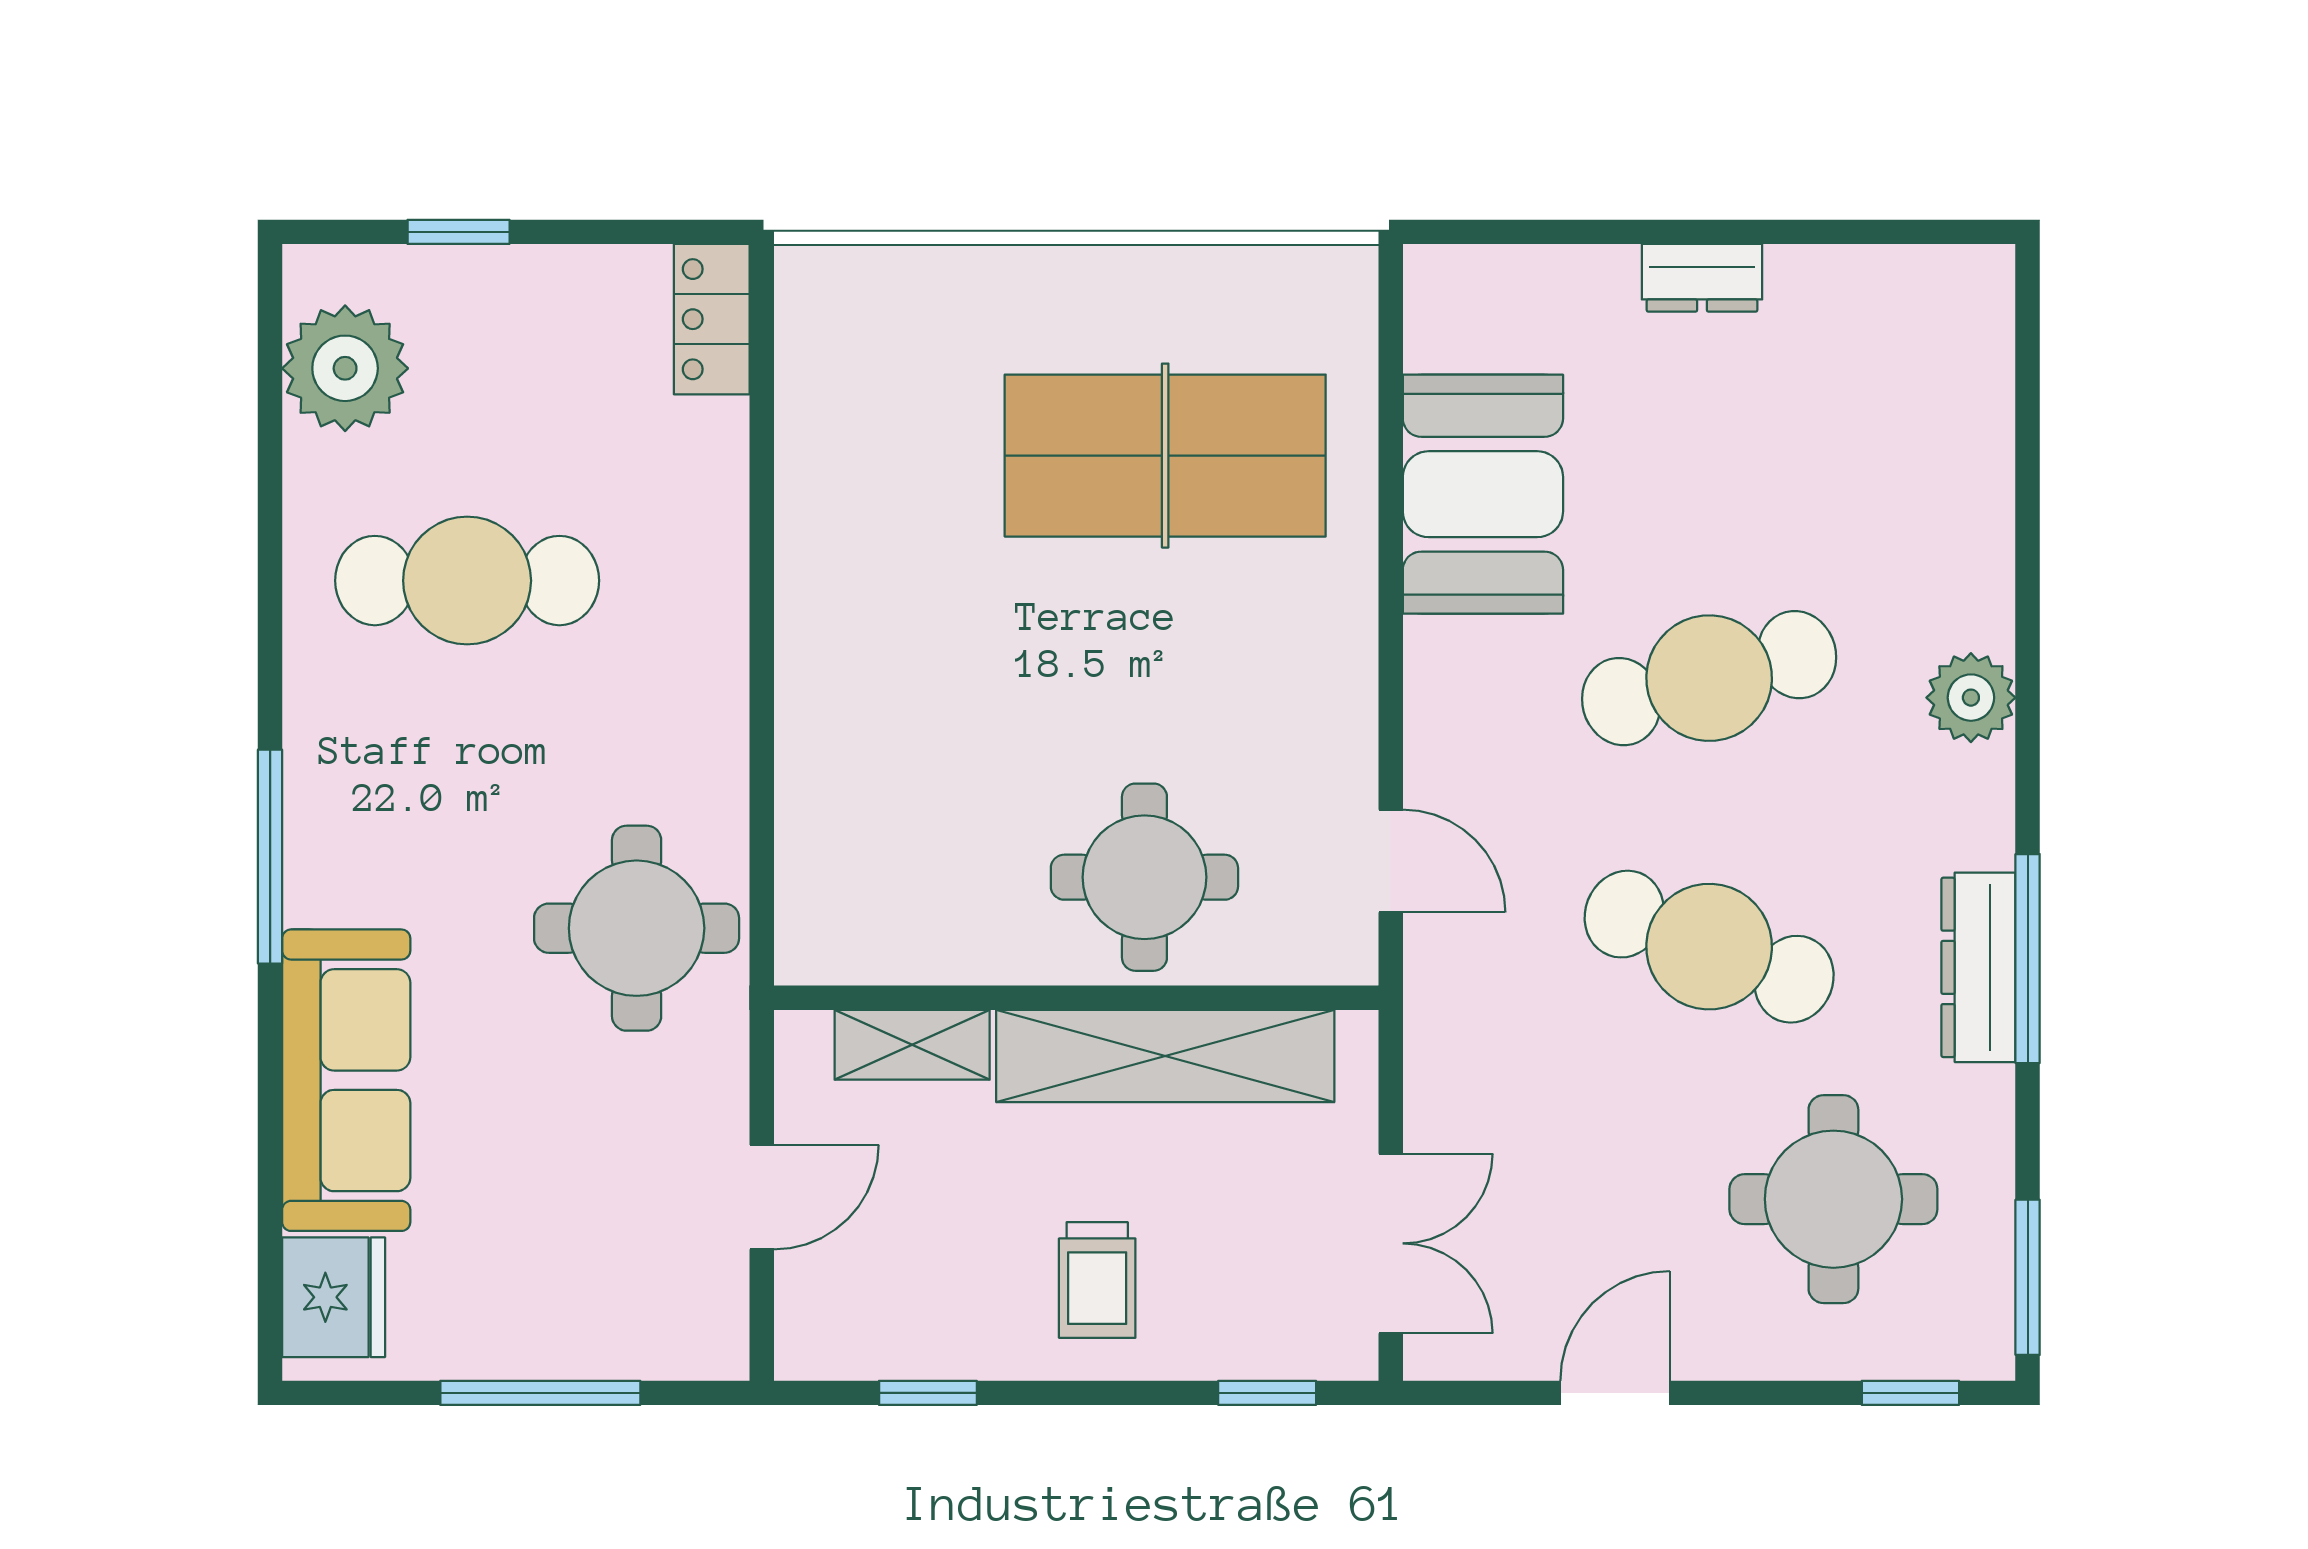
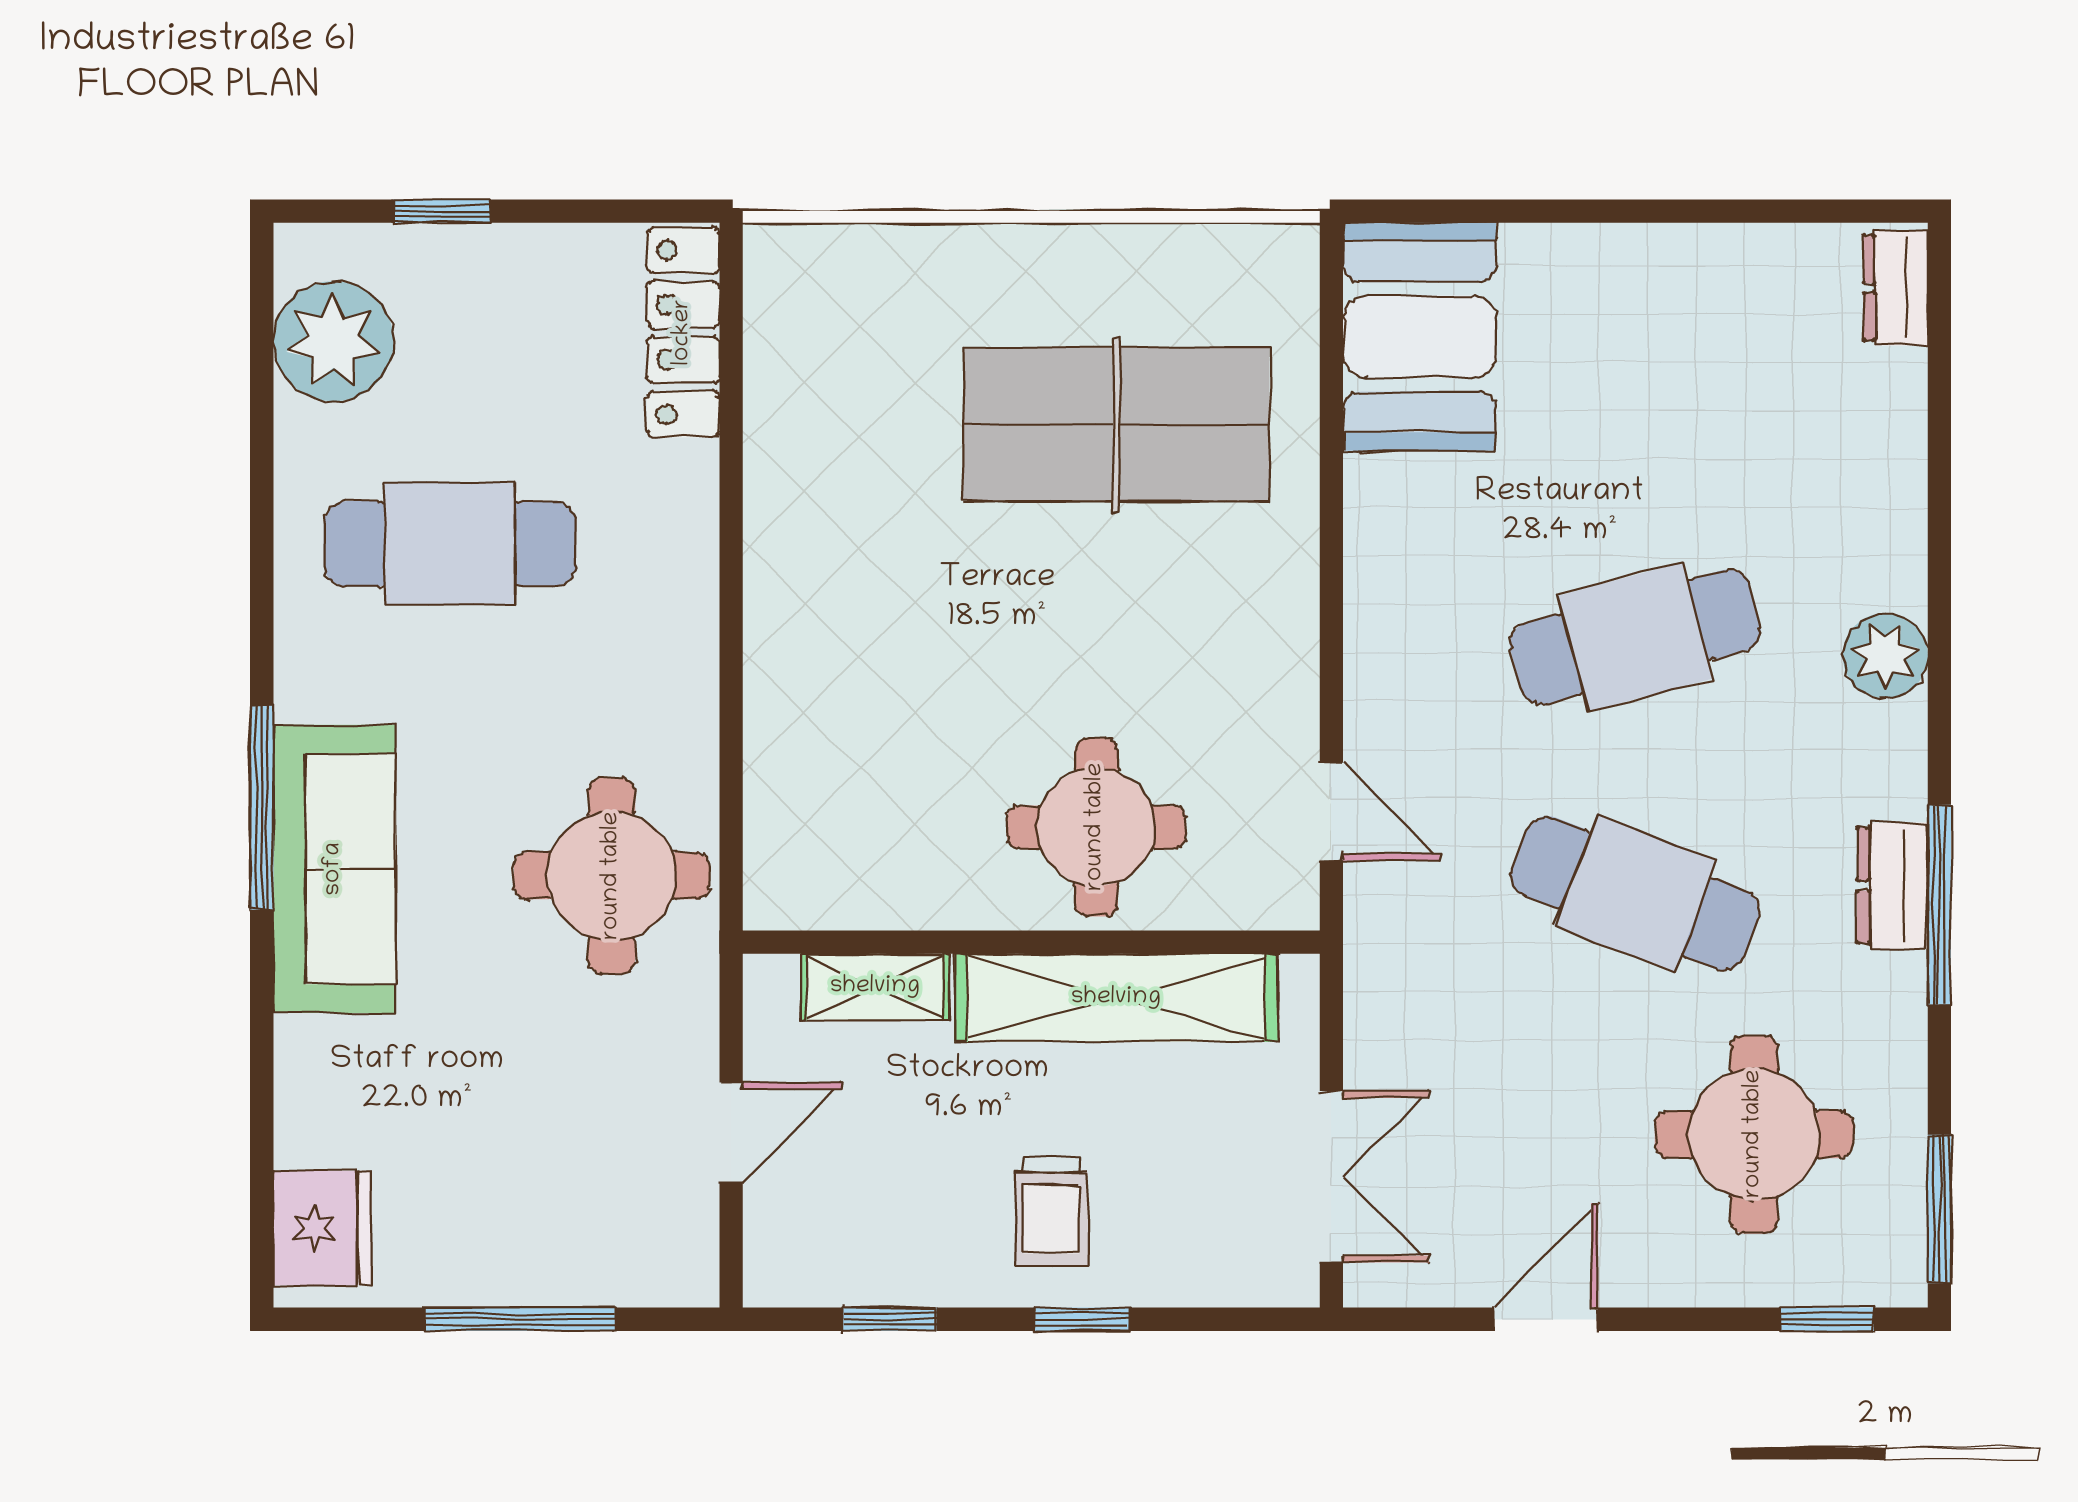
dresser: (1702, 278) -> (1896, 288), moved, turned 90
locker: (712, 319) -> (683, 332), width x1.53
booth: (1483, 494) -> (1419, 337), moved
dresser: (1978, 967) -> (1892, 886), width x0.70
sofa: (346, 1080) -> (334, 869), moved
window: (1267, 1393) -> (1082, 1319), moved

